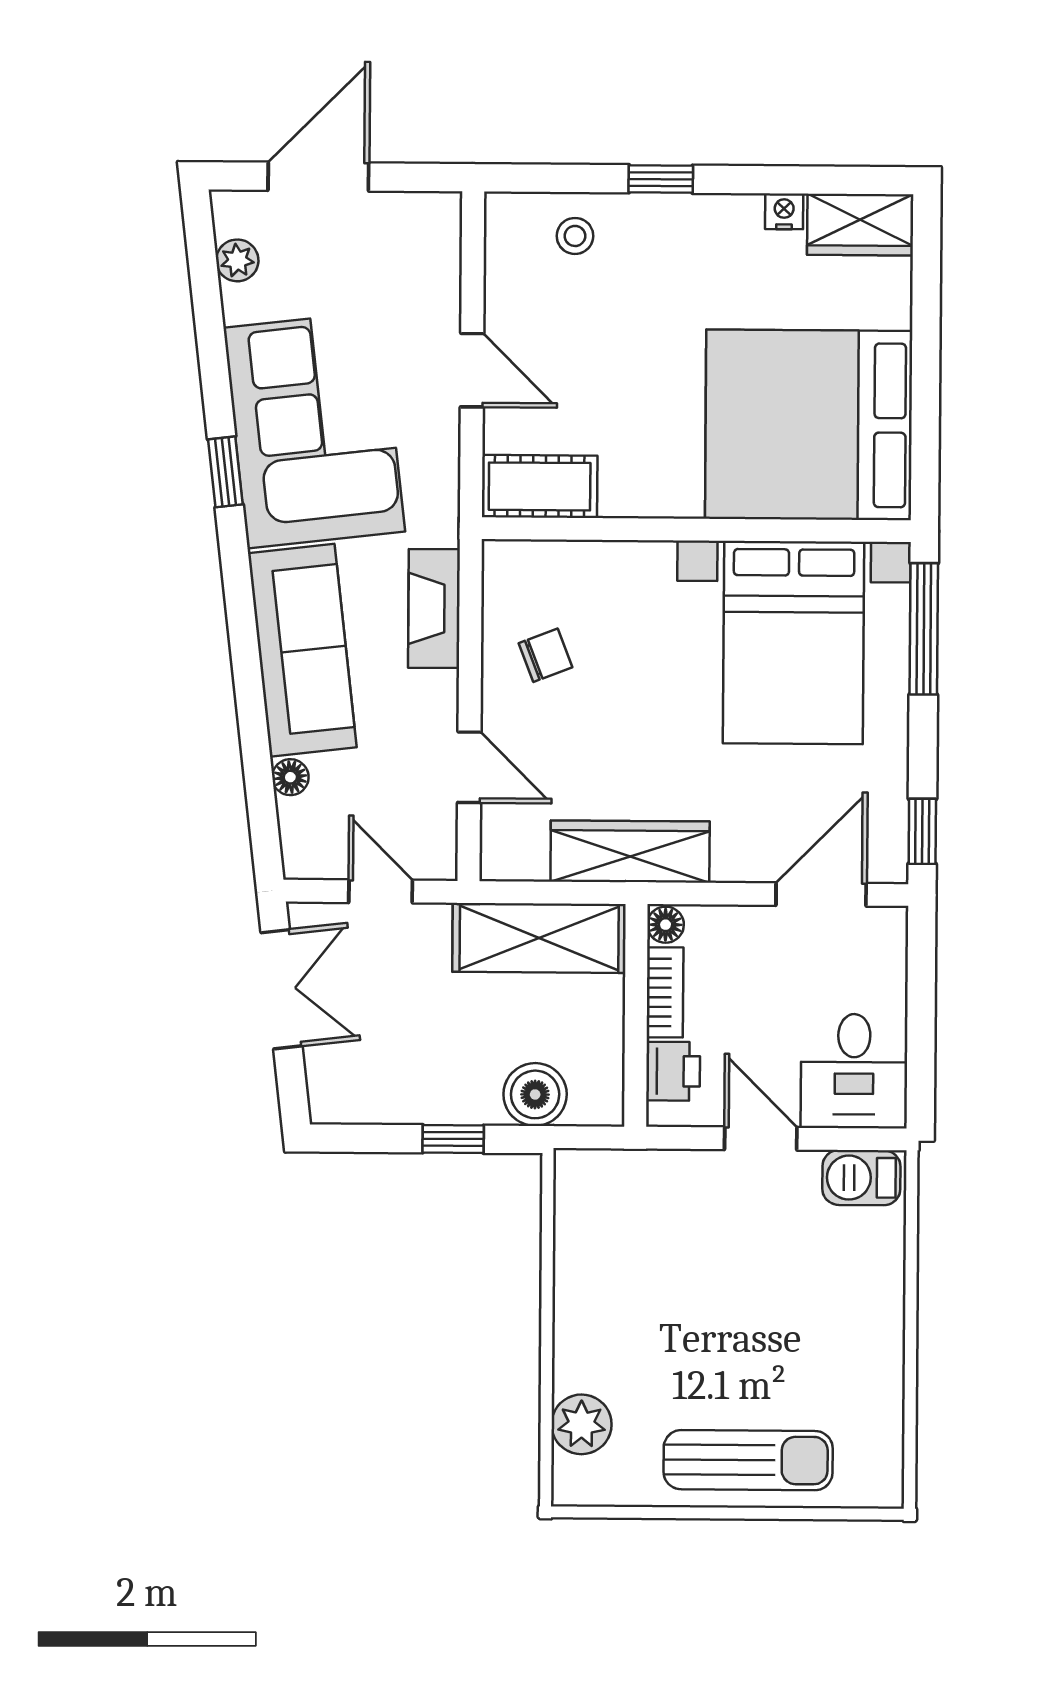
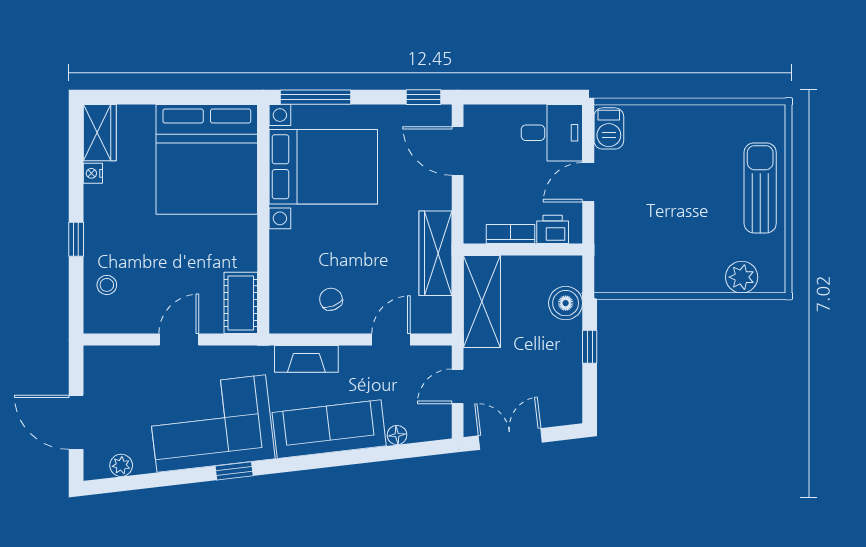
floor lamp: (666, 925) -> (474, 234), removed

